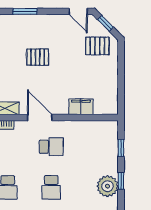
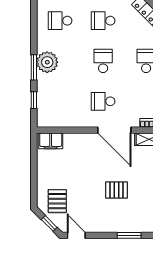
pallet: (97, 46) -> (57, 201), turned 90
filing cabinet: (81, 107) -> (51, 141), moved
door: (40, 118) -> (114, 130), width x1.36
window: (121, 181) -> (34, 67), width x1.50

